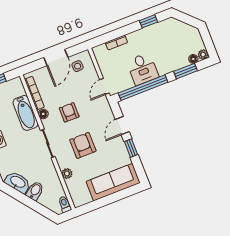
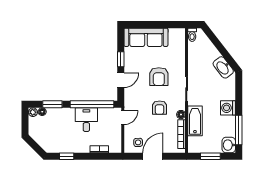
plant: (67, 174) -> (181, 59), removed
bidet: (35, 191) -> (212, 55), removed

